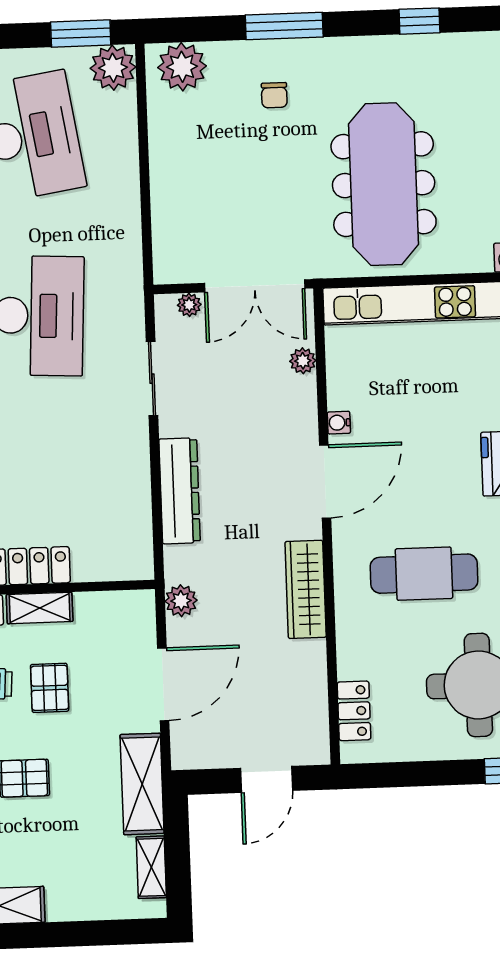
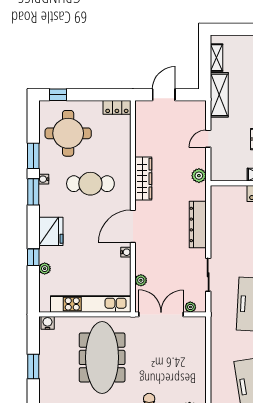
door: (163, 684) -> (208, 139), width x0.53
locker: (354, 711) -> (117, 107), moved, turned -90

